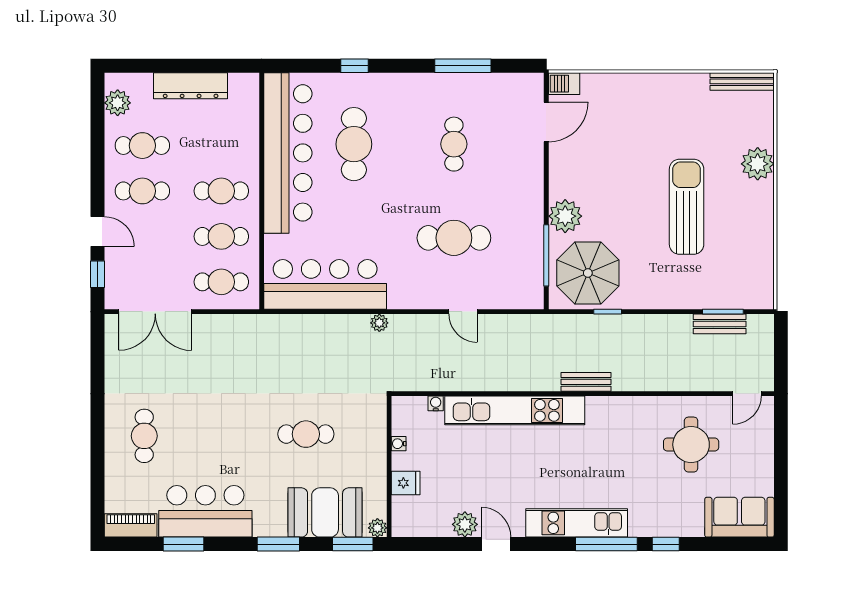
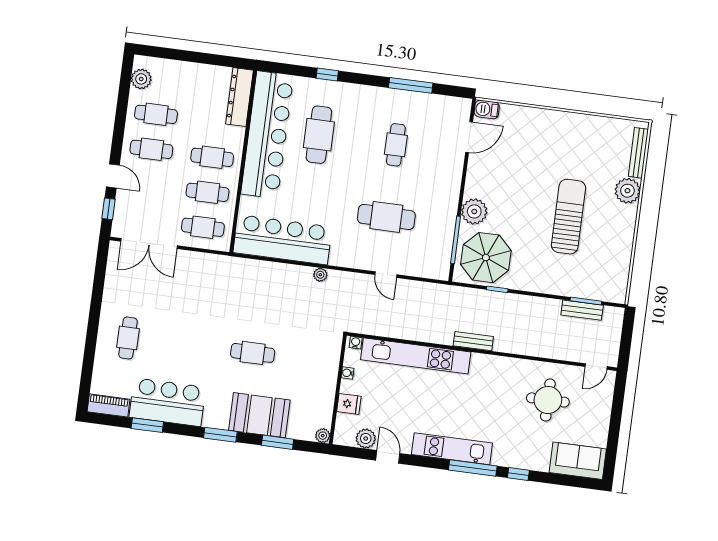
bench: (742, 81) -> (638, 153), moved, turned 90
dresser: (191, 86) -> (239, 97), moved, turned 90
water cooler: (399, 444) -> (348, 373), moved
wall: (389, 467) -> (338, 390), moved
fridge: (406, 483) -> (349, 404), moved
plant: (377, 528) -> (323, 436), moved

